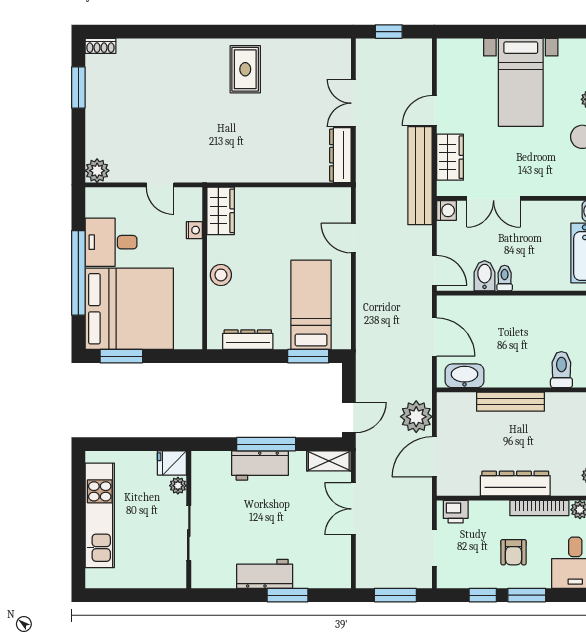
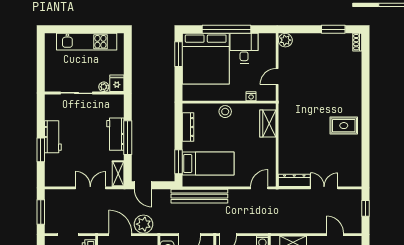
door: (434, 110) -> (335, 235), moved
bench: (420, 176) -> (199, 196), moved
wardrobe: (221, 211) -> (268, 124), moved, turned 90
door: (353, 238) -> (259, 188), moved

